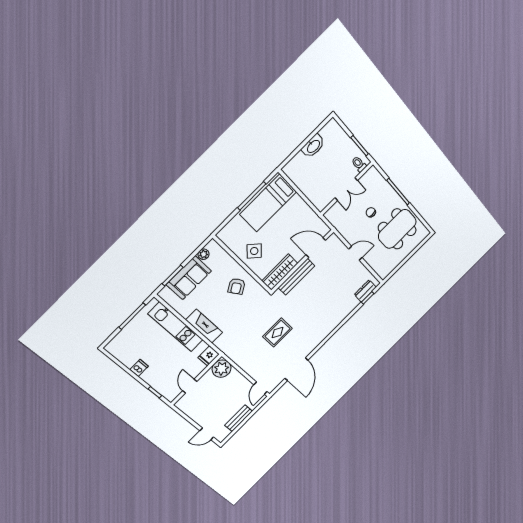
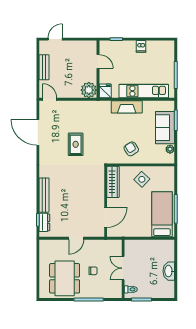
bench: (296, 277) -> (44, 195), moved

